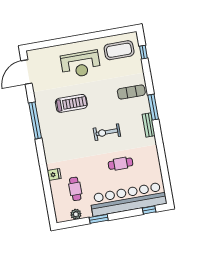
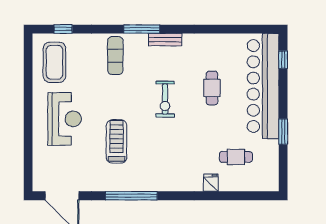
plant: (76, 214) -> (271, 162), removed

